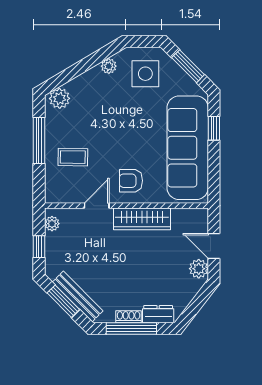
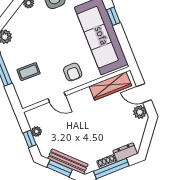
armchair: (131, 181) -> (73, 72), turned -90
door: (97, 206) -> (57, 97), swing flipped
wardrobe: (142, 219) -> (110, 86), moved
plant: (52, 224) -> (37, 131), moved

